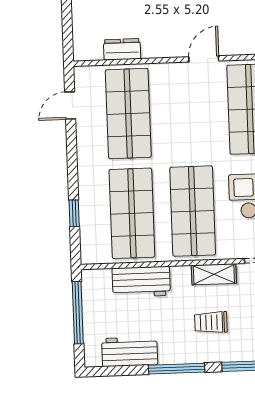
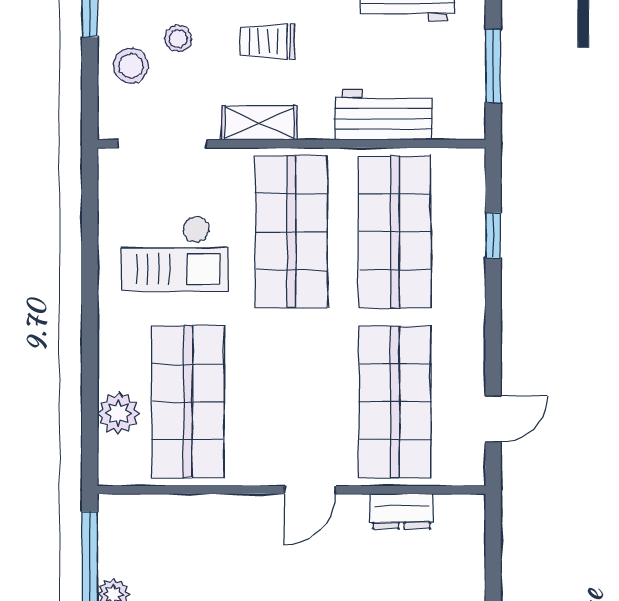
door: (204, 59) -> (310, 490), moved
window: (78, 313) -> (493, 66), width x0.69
trolley: (211, 322) -> (267, 41), turned 180

